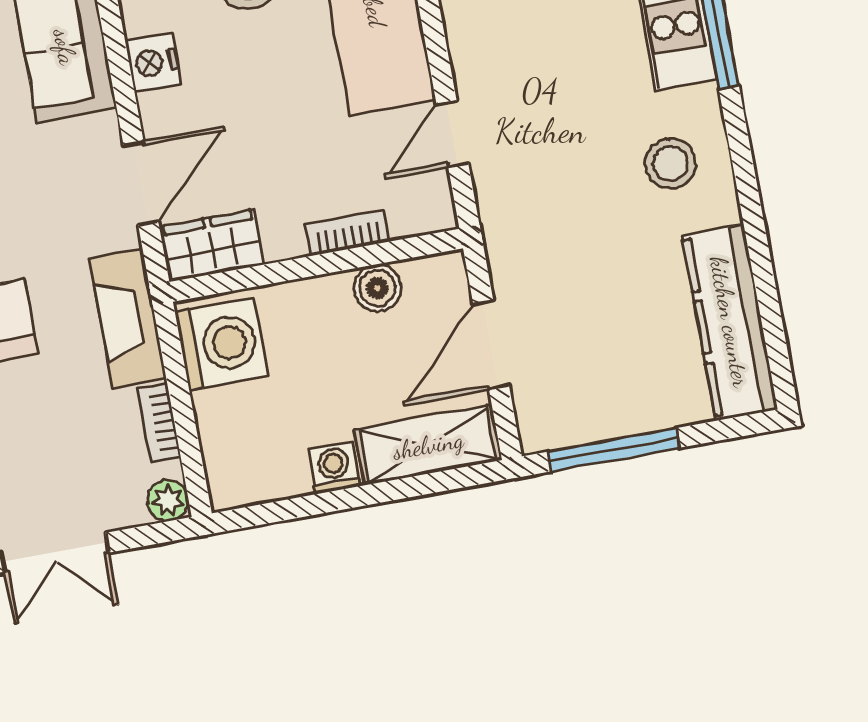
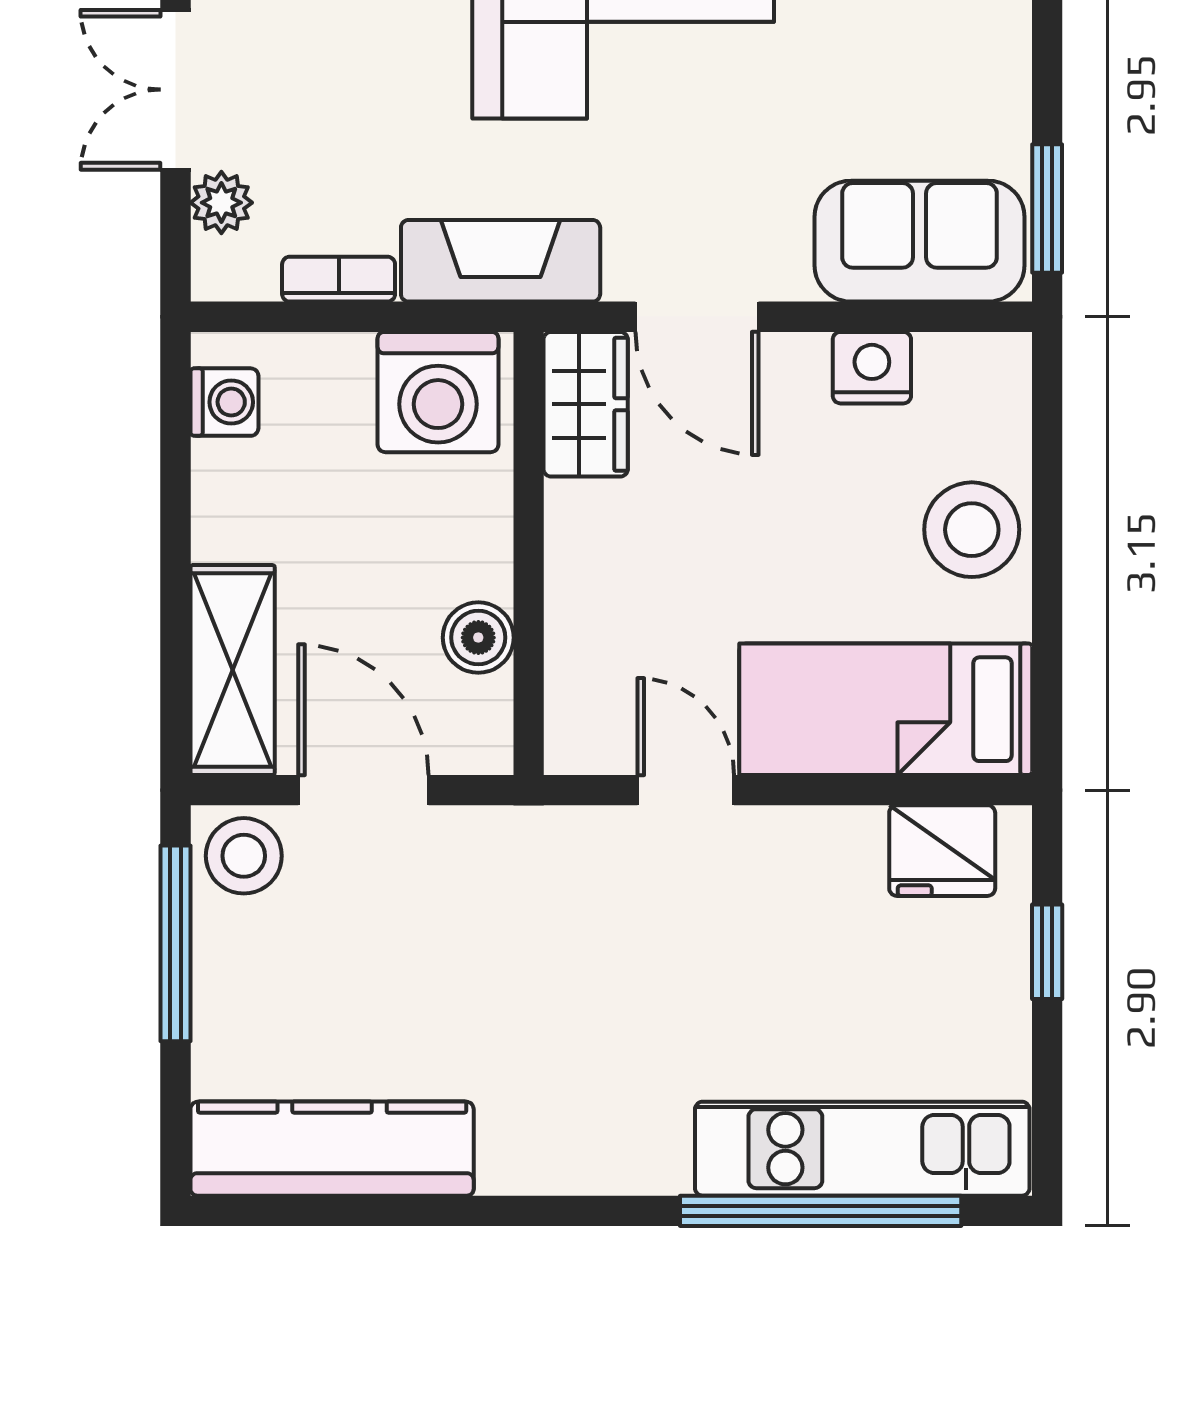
stool: (671, 163) -> (244, 856), moved
bookcase: (348, 233) -> (568, 609), removed
washing machine: (334, 468) -> (224, 402), moved
plant: (168, 500) -> (221, 203), moved

